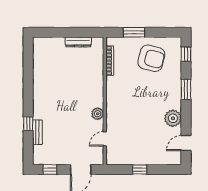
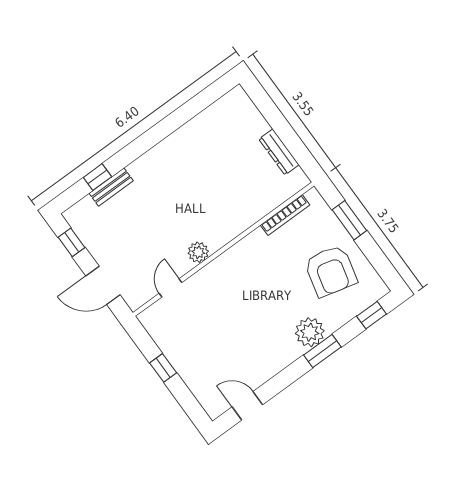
plant: (173, 118) -> (310, 332), moved
window: (28, 124) -> (97, 177), moved
door: (105, 139) -> (171, 288), hinge flipped

